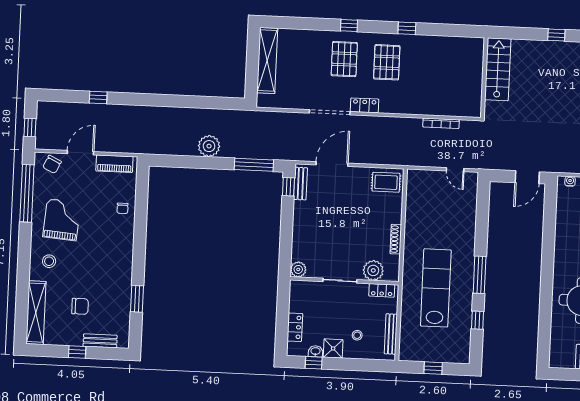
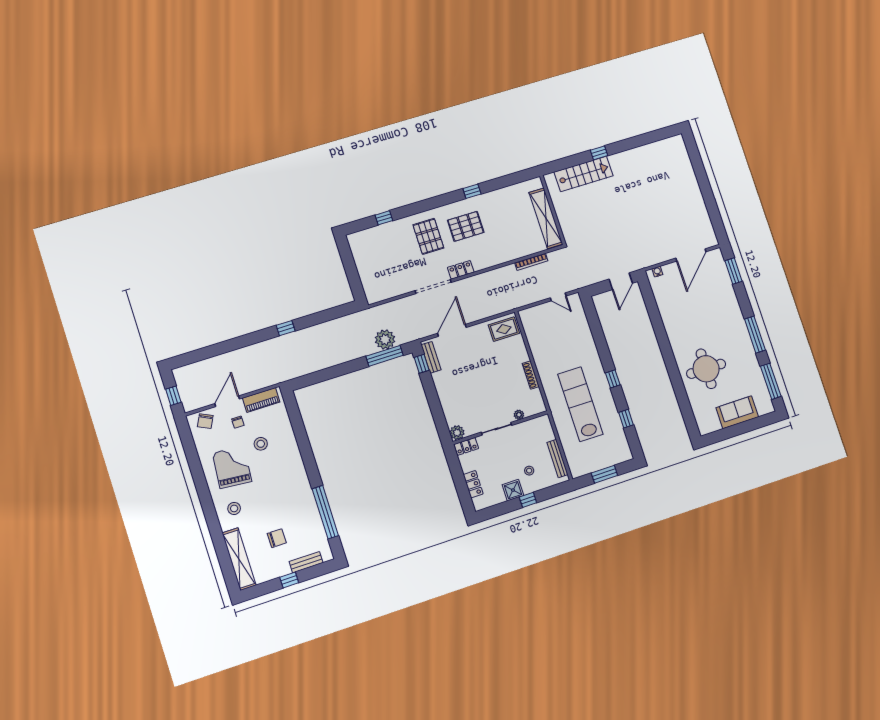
window: (349, 26) -> (384, 218), moved
shelving: (267, 60) -> (546, 218), moved
pallet: (387, 62) -> (466, 226), turned 90
stairs: (498, 69) -> (584, 174), moved, turned 90
window: (98, 97) -> (286, 328), moved
plant: (209, 146) -> (385, 339), moved
window: (27, 193) -> (192, 455), removed
stool: (98, 207) -> (261, 444), added
chair: (123, 208) -> (238, 422), moved
plant: (373, 270) -> (519, 415), width x0.53, depth x0.53
window: (480, 275) -> (613, 379), width x0.46
locker: (382, 290) -> (466, 446), moved
window: (137, 299) -> (325, 512), width x2.11
washbasin: (315, 351) -> (499, 498), removed
window: (314, 363) -> (528, 500), moved
window: (433, 368) -> (604, 474), width x1.50

